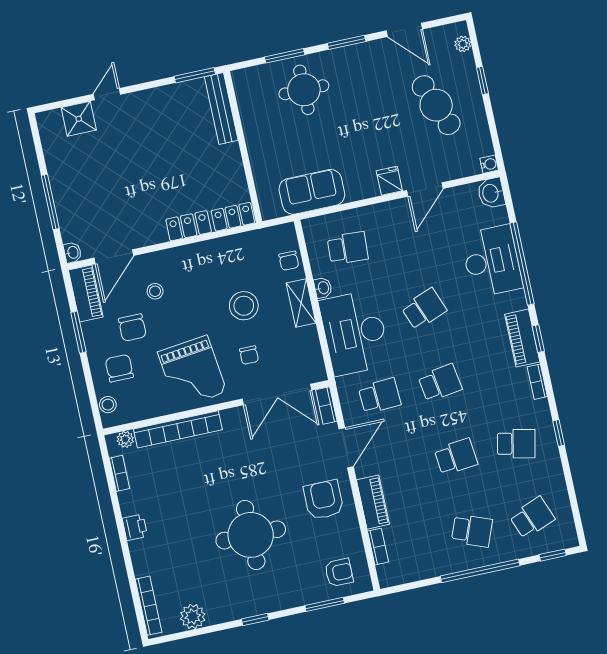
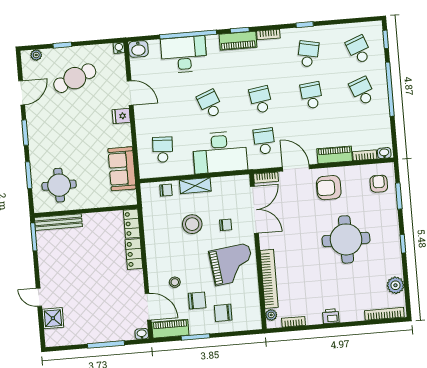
round table: (304, 90) -> (59, 185), moved
washbasin: (323, 288) -> (384, 153), moved
stool: (108, 405) -> (246, 324), removed
school desk: (472, 531) -> (362, 91), turned -42

